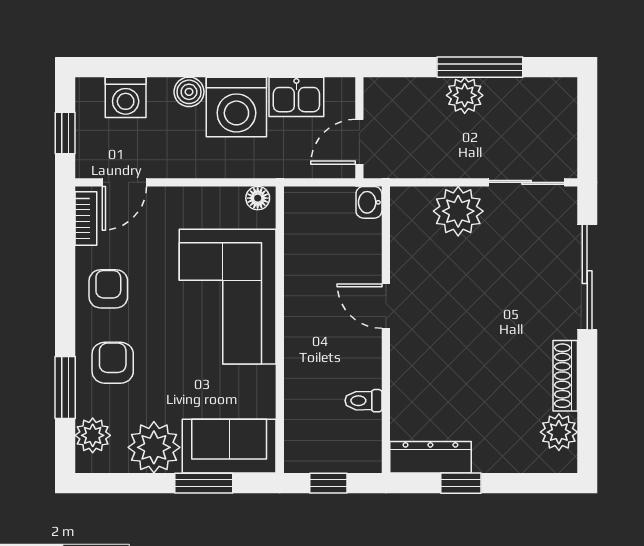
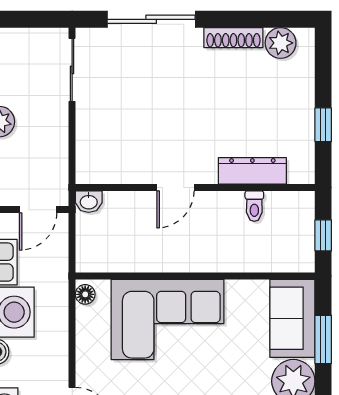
door: (359, 142) -> (38, 210), hinge flipped
plant: (458, 211) -> (96, 127), removed
dresser: (430, 457) -> (252, 171), moved, turned 90

